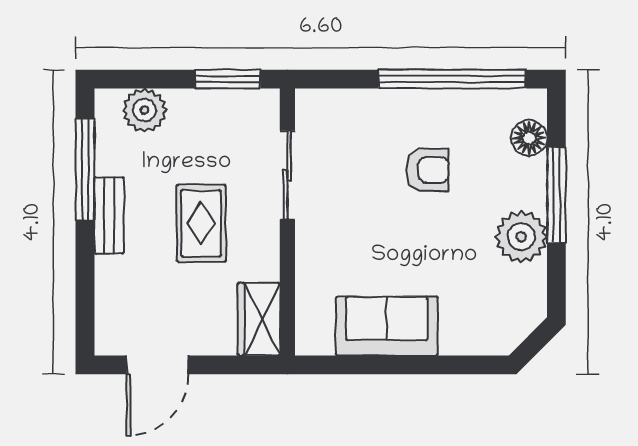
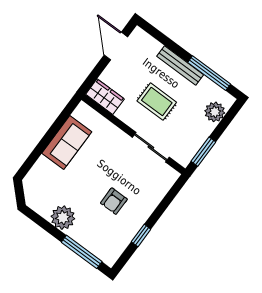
window: (452, 79) -> (141, 236), width x0.32
floor lamp: (529, 138) -> (98, 248), removed
window: (556, 195) -> (82, 252), moved
bench: (109, 215) -> (180, 65), width x1.36

